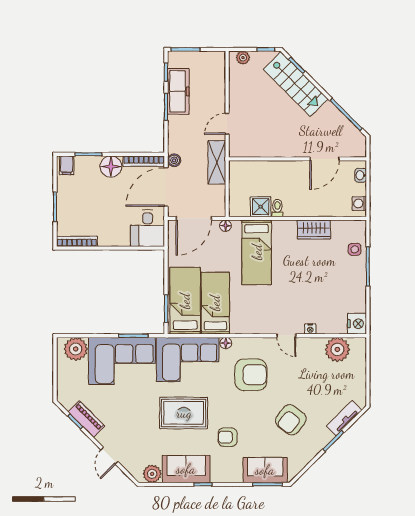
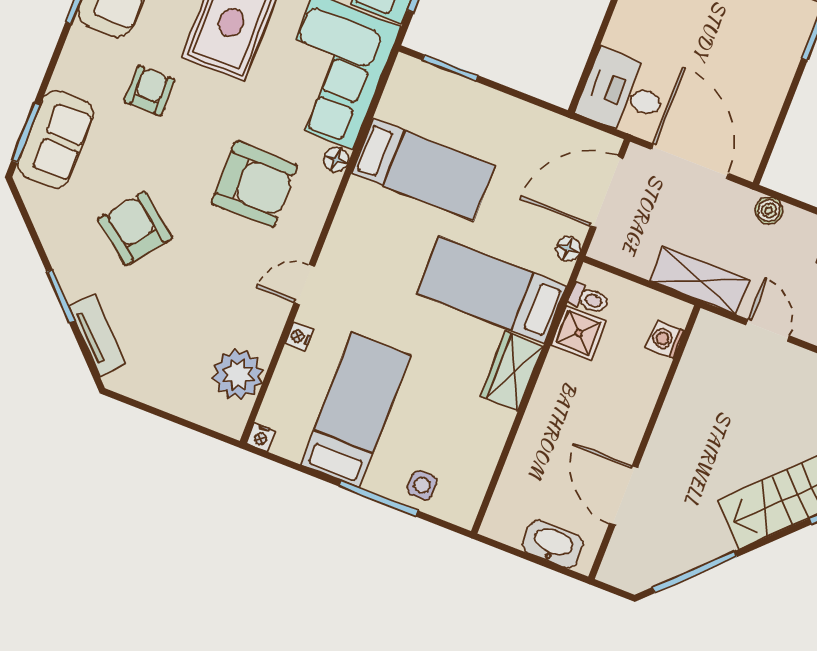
boiler: (174, 160) -> (769, 210), moved
bookcase: (144, 161) -> (758, 137), removed
floor lamp: (111, 167) -> (773, 68), removed
washbasin: (361, 175) -> (553, 544), width x1.91, depth x1.45
washing machine: (359, 204) -> (665, 339), moved, turned -90
toilet: (277, 208) -> (589, 299), moved
door: (194, 218) -> (607, 192), hinge flipped
wardrobe: (314, 230) -> (512, 371), moved
bed: (185, 301) -> (356, 410), moved, turned -90
nightstand: (357, 324) -> (261, 437), width x0.53, depth x0.56
armchair: (251, 375) -> (255, 184), turned -90

